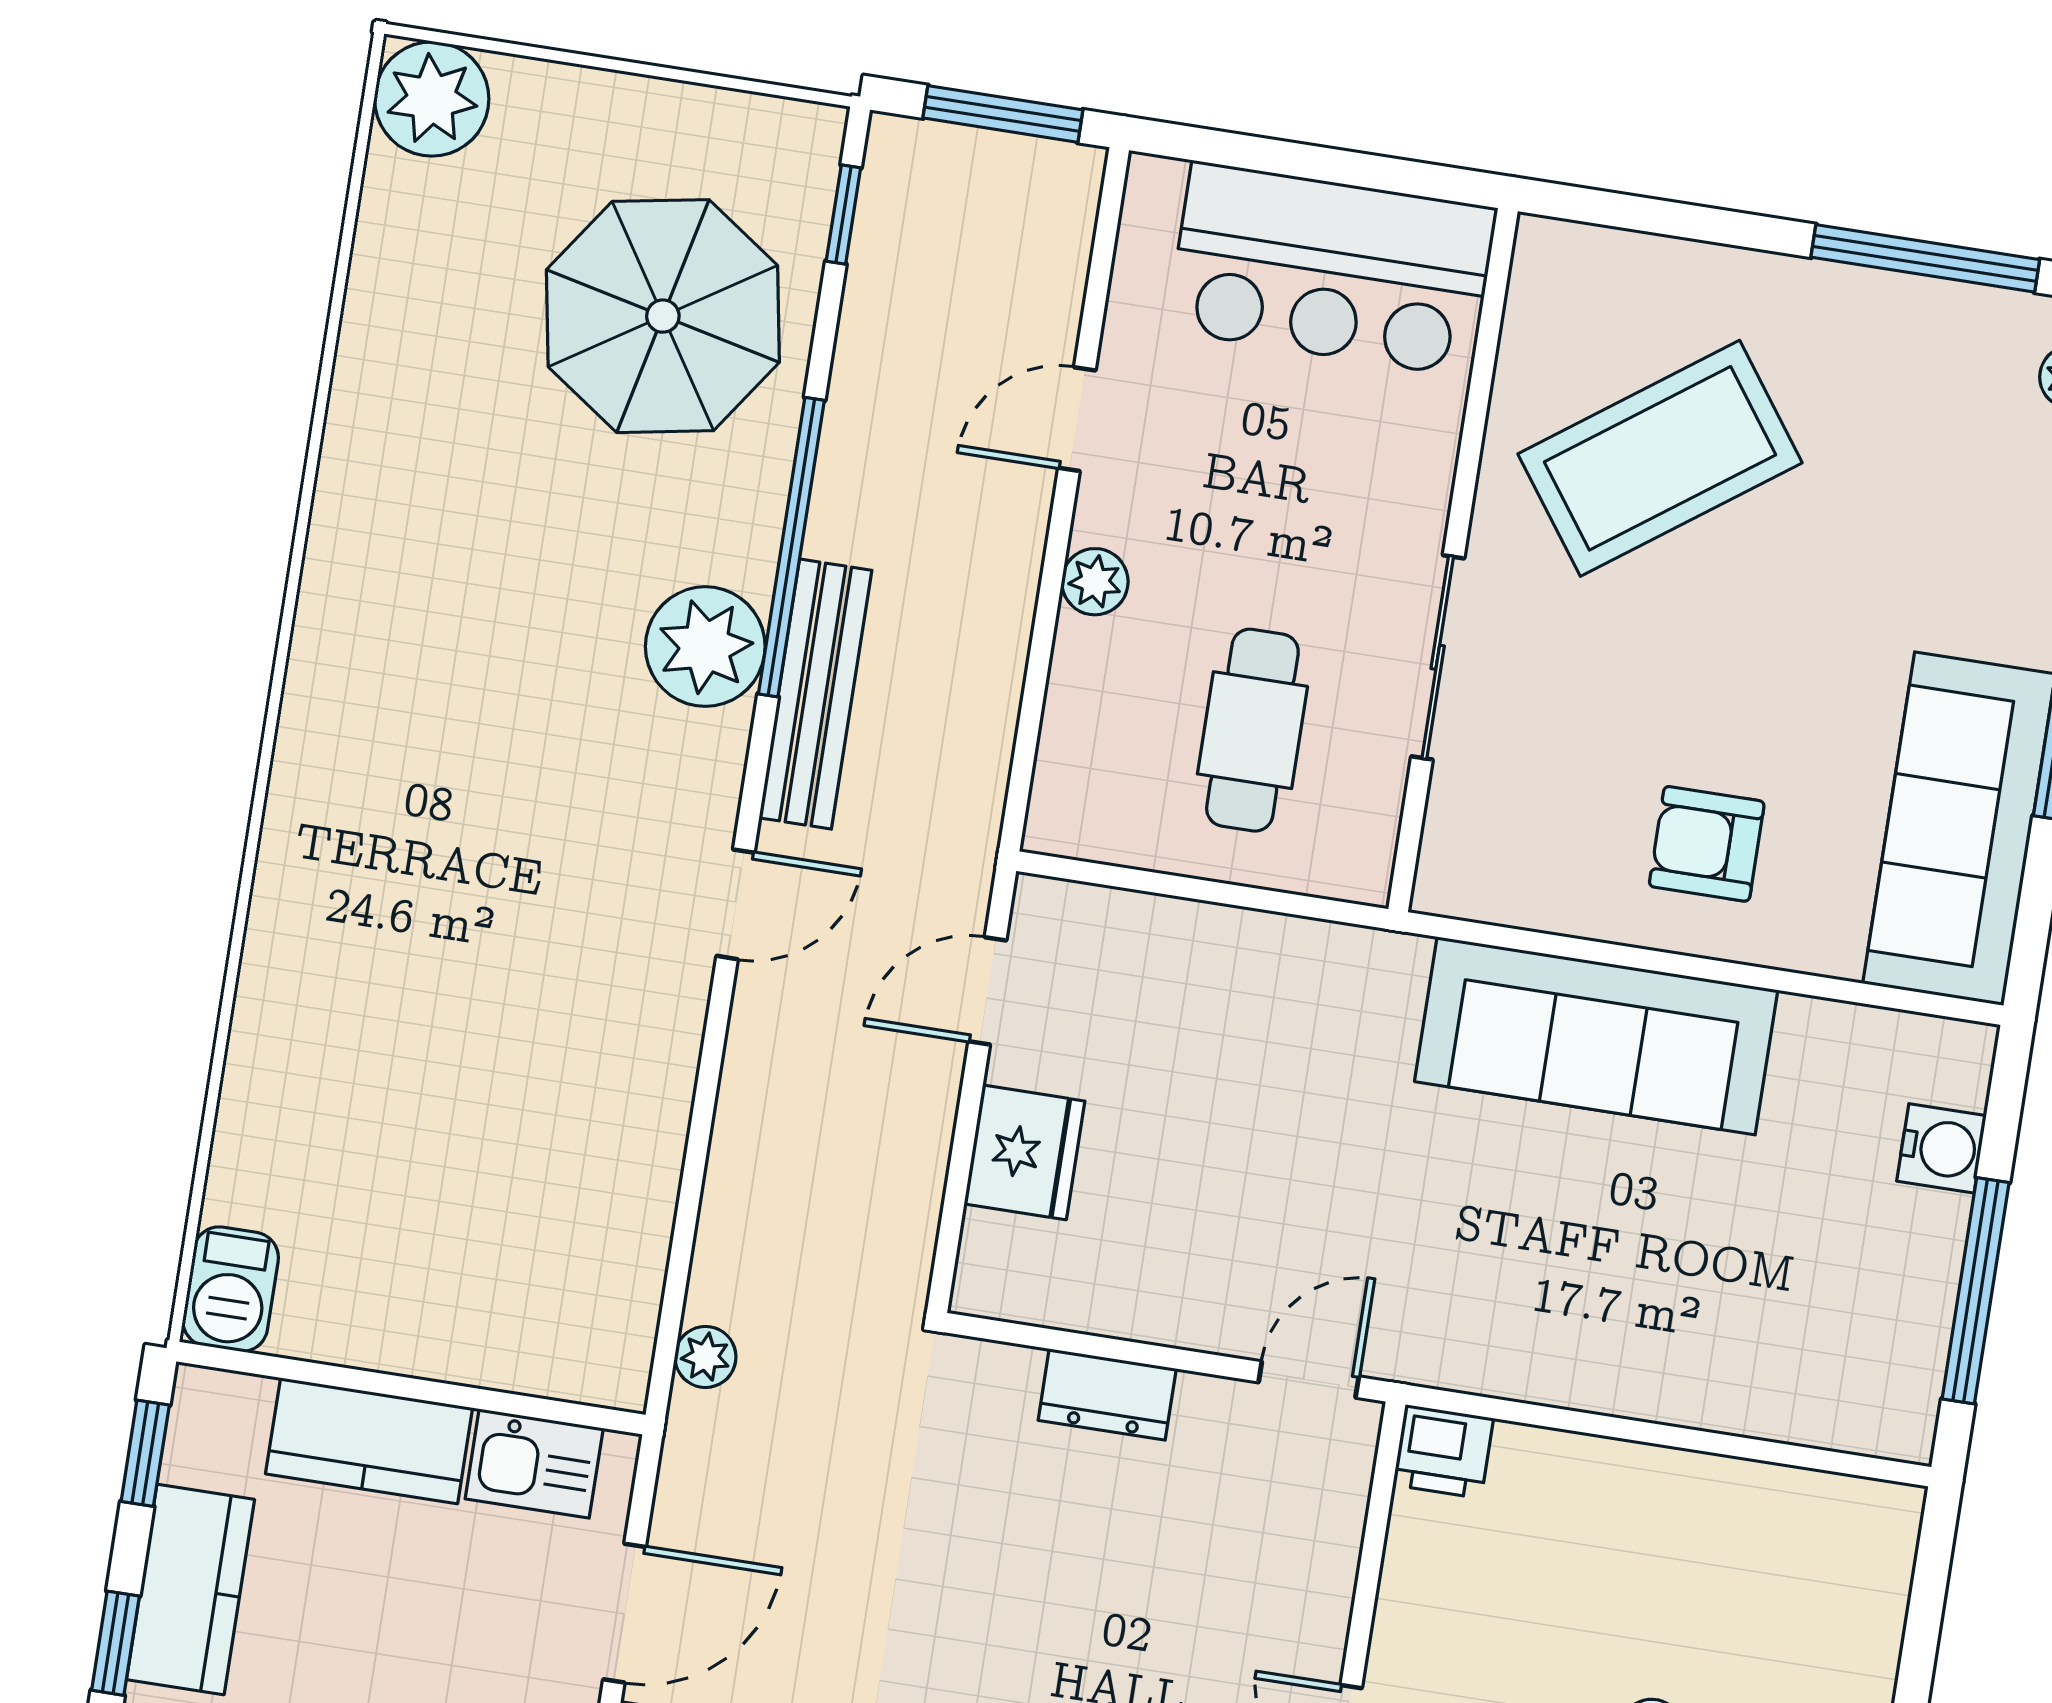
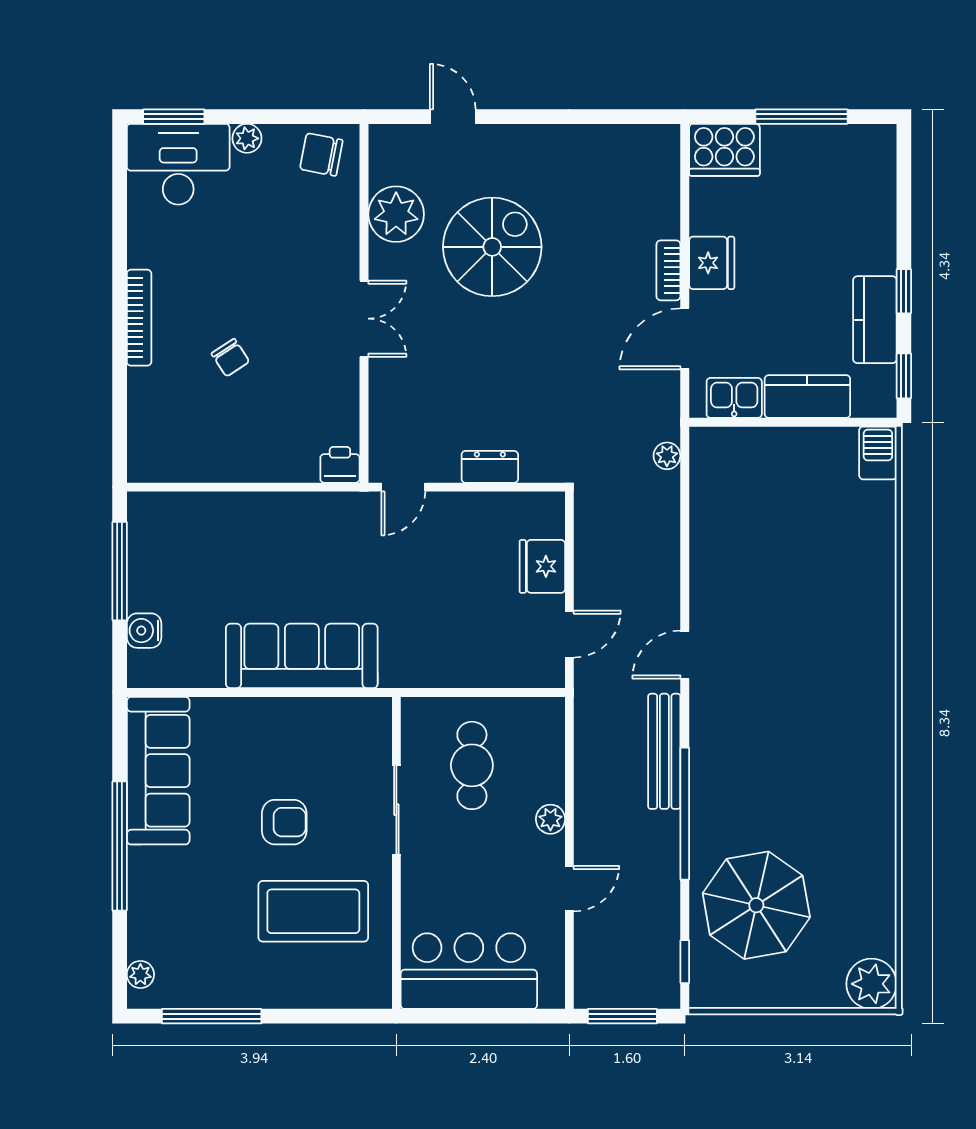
coffee table: (1660, 458) -> (313, 911), turned 36
plant: (705, 647) -> (715, 764), removed
armchair: (1707, 844) -> (284, 822), moved

